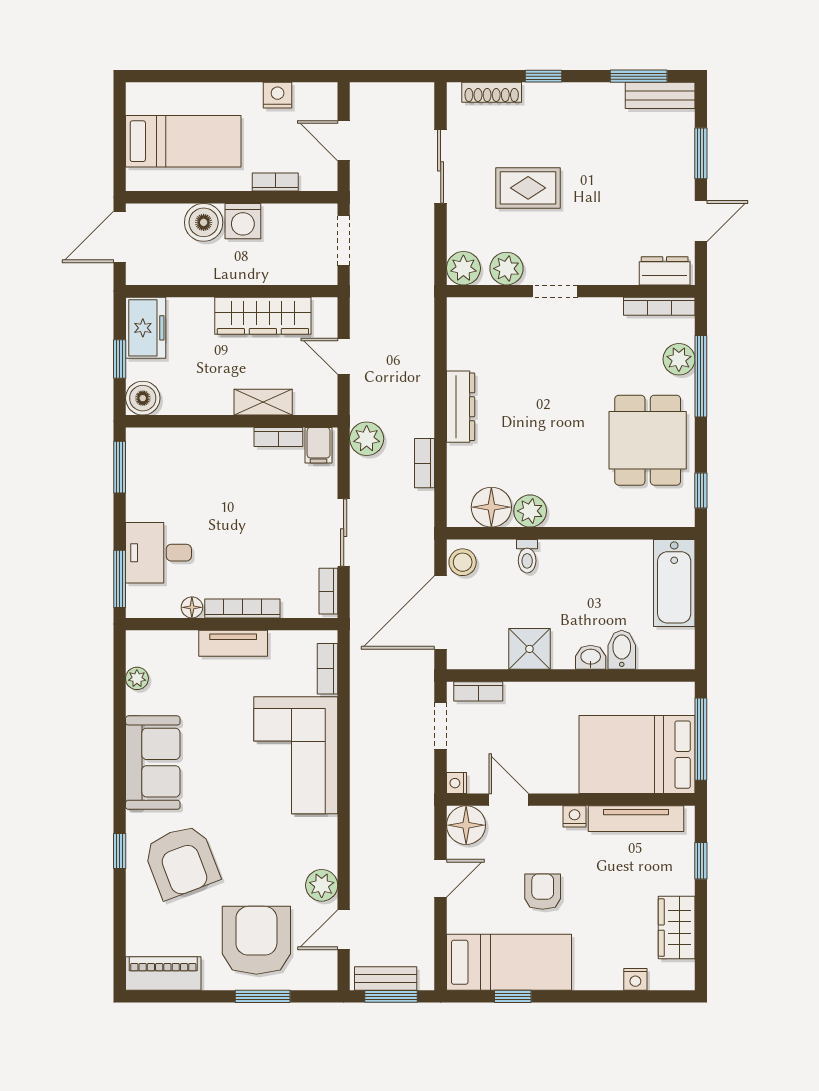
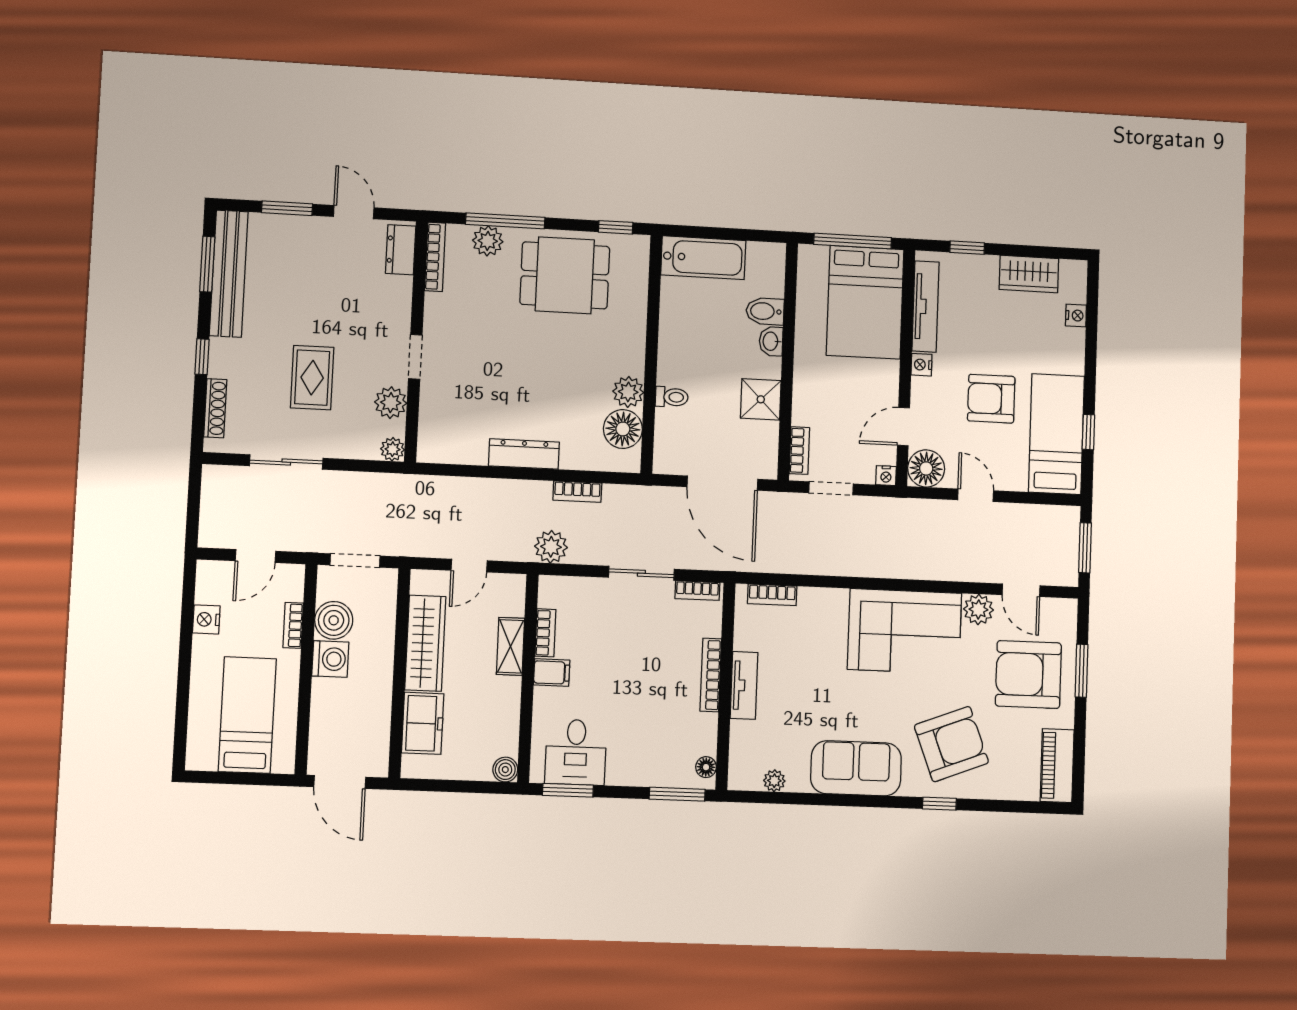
bench: (660, 95) -> (229, 274), width x1.86, depth x1.21
boiler: (204, 222) -> (334, 620), moved
plant: (463, 268) -> (393, 449), width x0.73, depth x0.73
freezer: (146, 328) -> (423, 723), moved, turned 90
window: (120, 359) -> (461, 786), removed
boiler: (143, 398) -> (505, 770), width x0.73, depth x0.73
filing cabinet: (319, 445) -> (552, 672), moved
desk: (158, 553) -> (576, 752), moved
stool: (463, 562) -> (675, 459), removed
floor lamp: (192, 607) -> (706, 767), moved
corner sofa: (296, 755) -> (905, 631), moved
armchair: (543, 892) -> (991, 399), width x1.38, depth x1.38
bench: (386, 979) -> (1068, 552), removed

